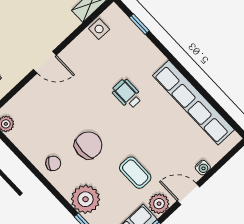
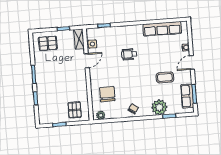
door: (45, 62) -> (87, 61), moved
row of seats: (194, 103) -> (162, 29), width x0.73
chair: (88, 145) -> (107, 94), moved
plant: (159, 204) -> (186, 78), removed

